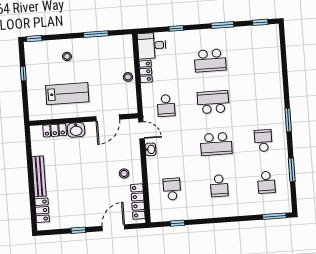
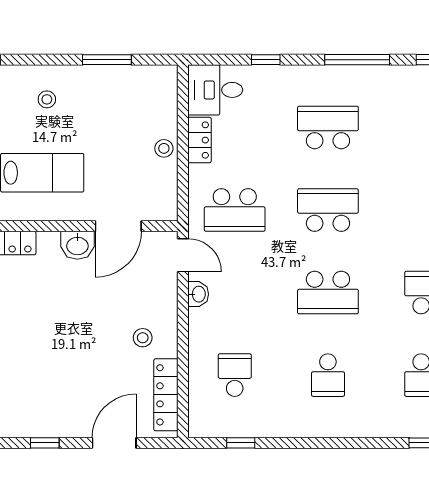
window: (222, 25) -> (357, 60), width x1.44
school desk: (210, 60) -> (328, 127), turned 180
school desk: (166, 106) -> (235, 210), width x1.85
washbasin: (76, 130) -> (77, 245), moved

